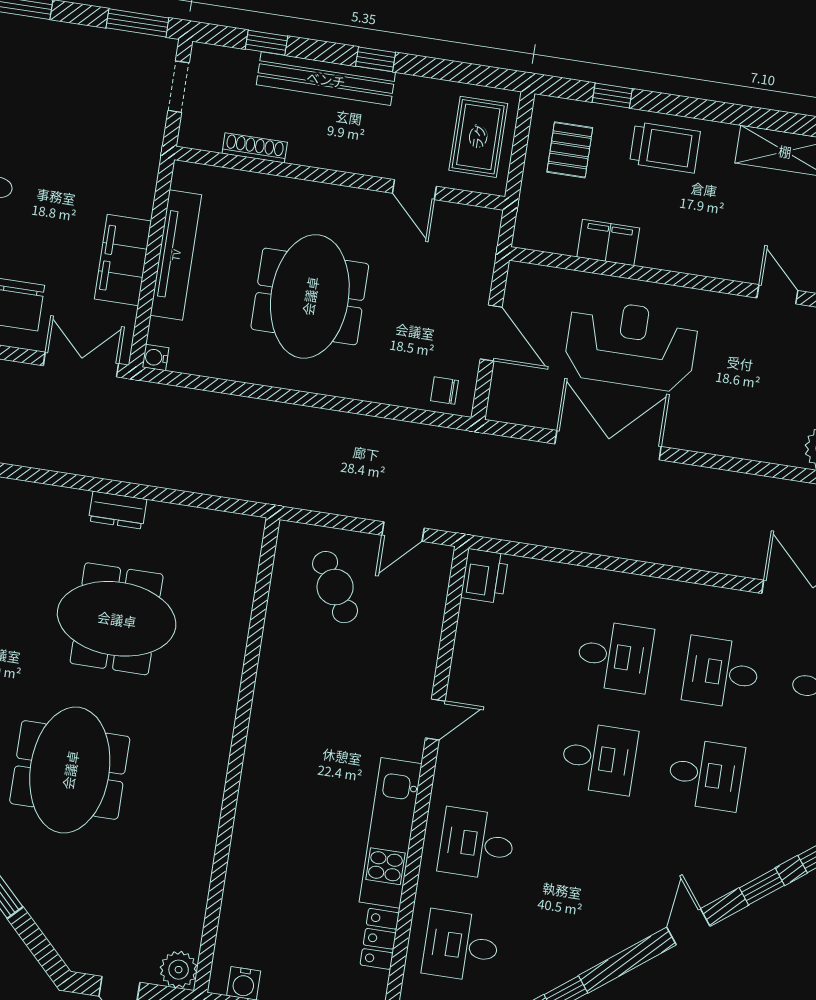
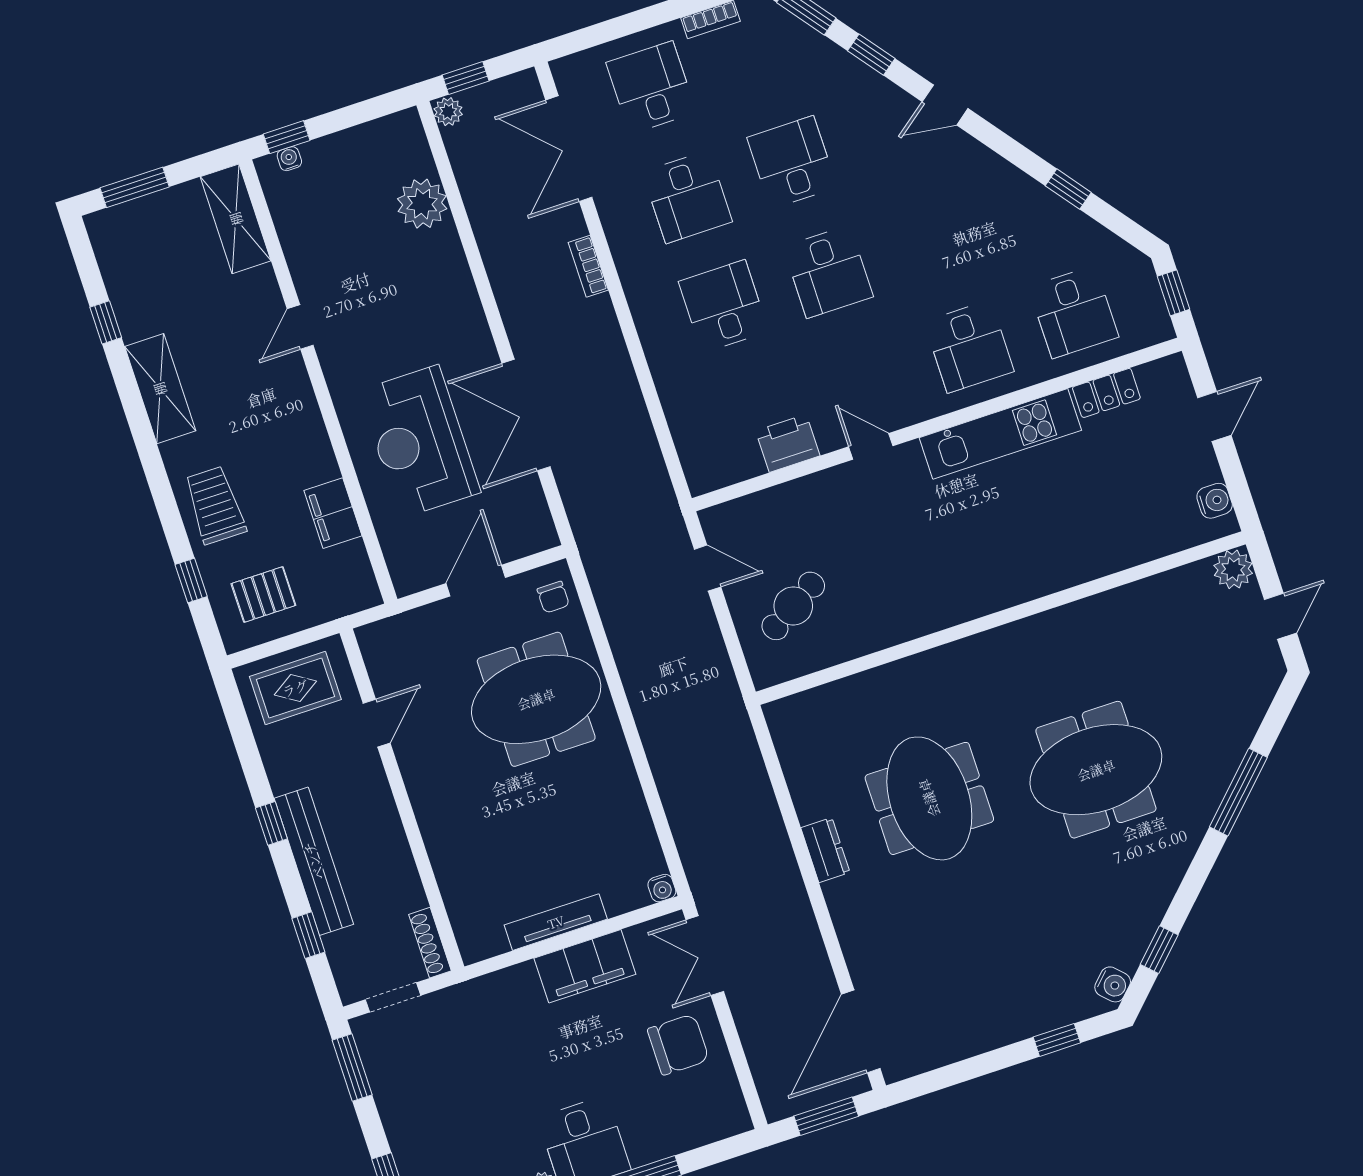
shoe rack: (255, 148) -> (430, 943), moved
tv unit: (176, 255) -> (556, 922), width x0.73, depth x0.78
meeting table: (310, 296) -> (536, 699), moved
bookcase: (706, 560) -> (588, 266), added
printer: (485, 576) -> (788, 443), moved
desk: (599, 758) -> (828, 272), turned 180

